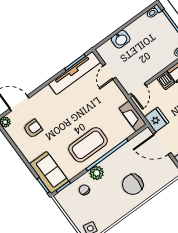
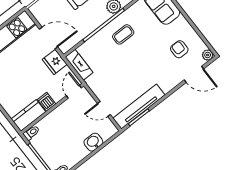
door: (109, 72) -> (104, 109), swing flipped
armchair: (33, 129) -> (179, 49), turned 90
coffee table: (88, 145) -> (123, 34), width x0.54, depth x0.58

